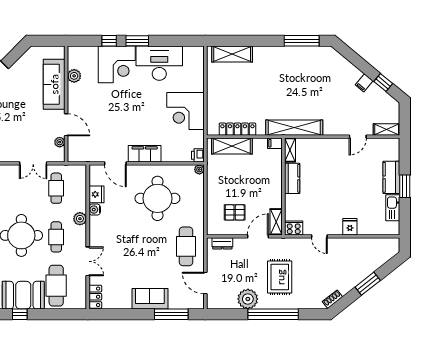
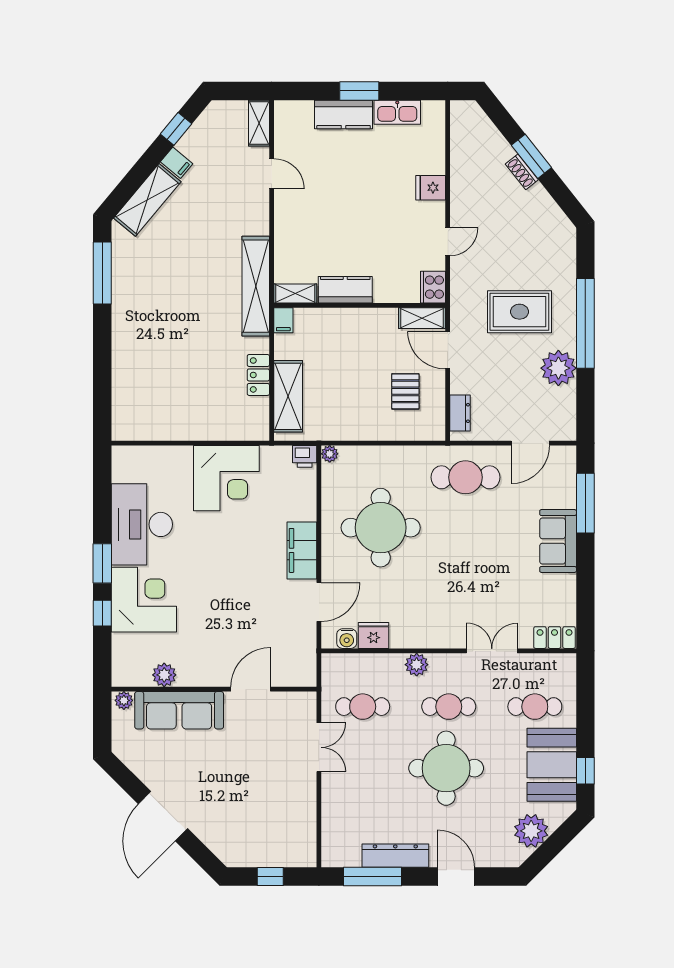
shelving: (232, 54) -> (147, 200), moved, turned 40
locker: (237, 129) -> (258, 375), width x0.66
plant: (60, 142) -> (124, 700), moved
water cooler: (95, 210) -> (347, 639), moved
cafe table: (56, 286) -> (535, 707), width x0.73, depth x0.74
shoe rack: (332, 299) -> (522, 172), moved

